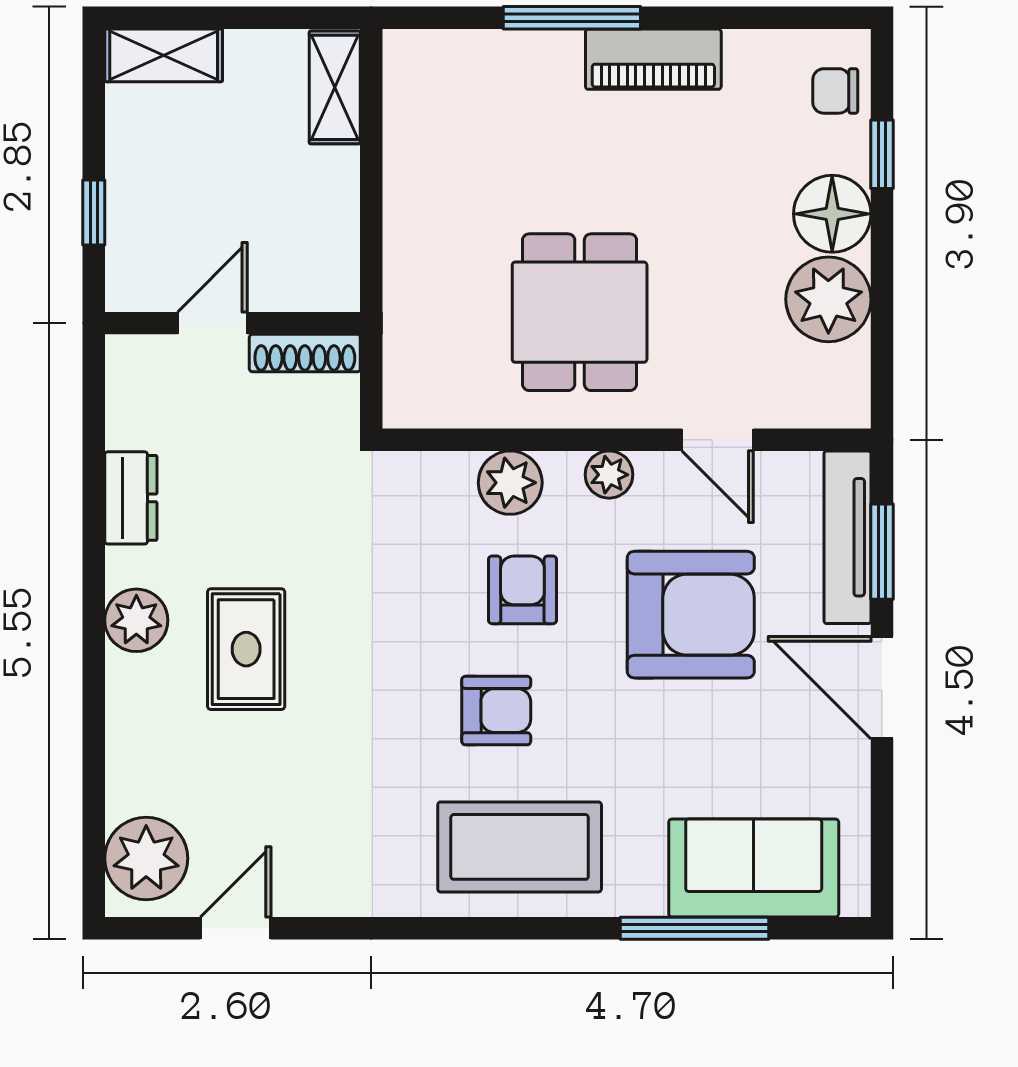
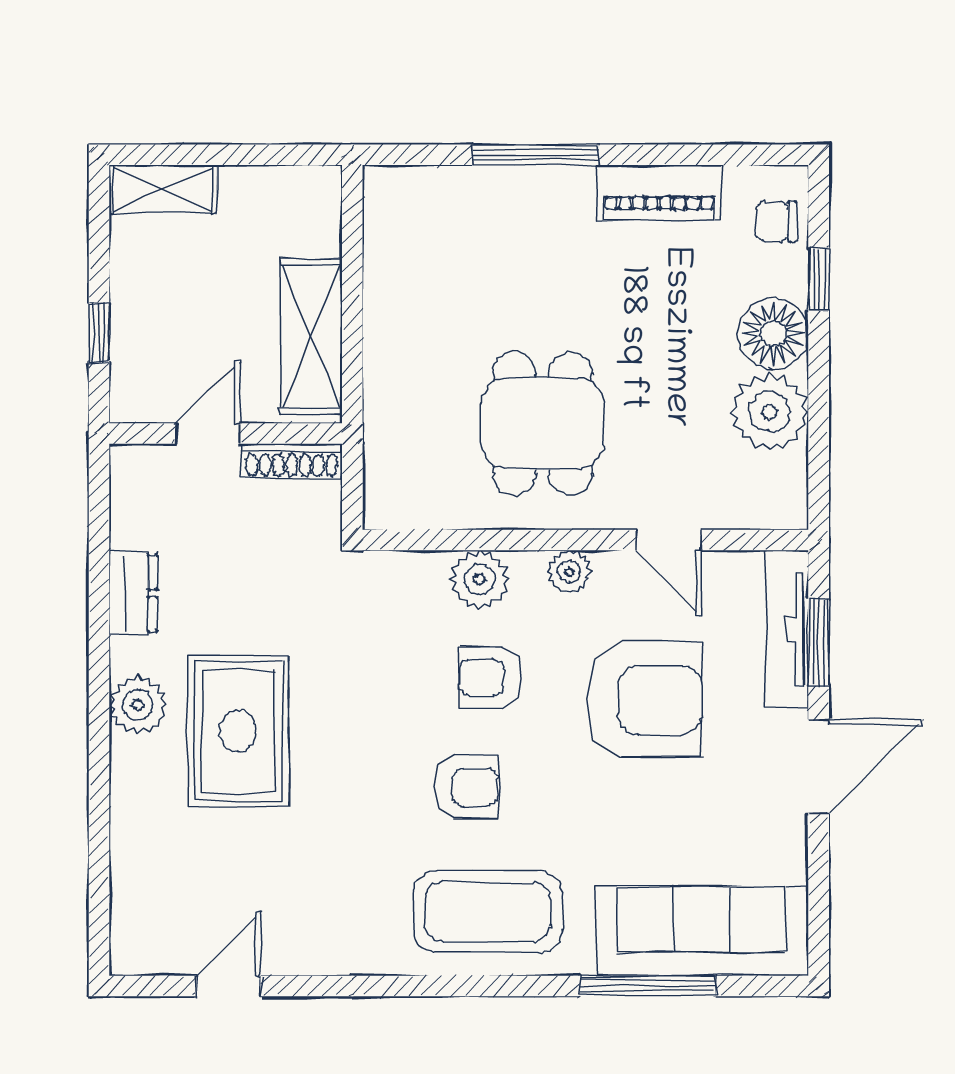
piano: (653, 59) -> (659, 193), moved
shelving: (335, 87) -> (311, 336), moved, width x1.50, depth x1.33
armchair: (522, 590) -> (490, 677), turned -90
rug: (246, 649) -> (238, 731), width x1.36, depth x1.43
door: (882, 688) -> (819, 766), swing flipped
plant: (146, 858) -> (147, 922), removed
sofa: (754, 868) -> (701, 931), width x1.36

